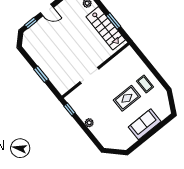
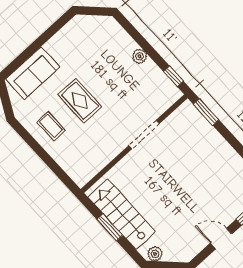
window: (41, 74) -> (206, 112), moved
rug: (127, 98) -> (80, 101), turned 90
sofa: (145, 124) -> (32, 73), moved

